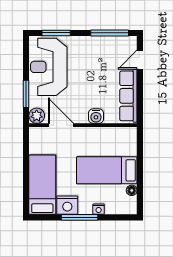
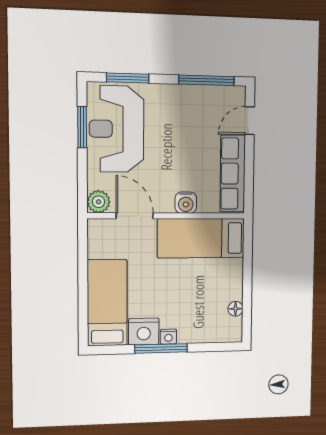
window: (26, 94) -> (82, 127), moved
bed: (107, 170) -> (201, 238), moved
nightstand: (99, 209) -> (168, 337), moved

